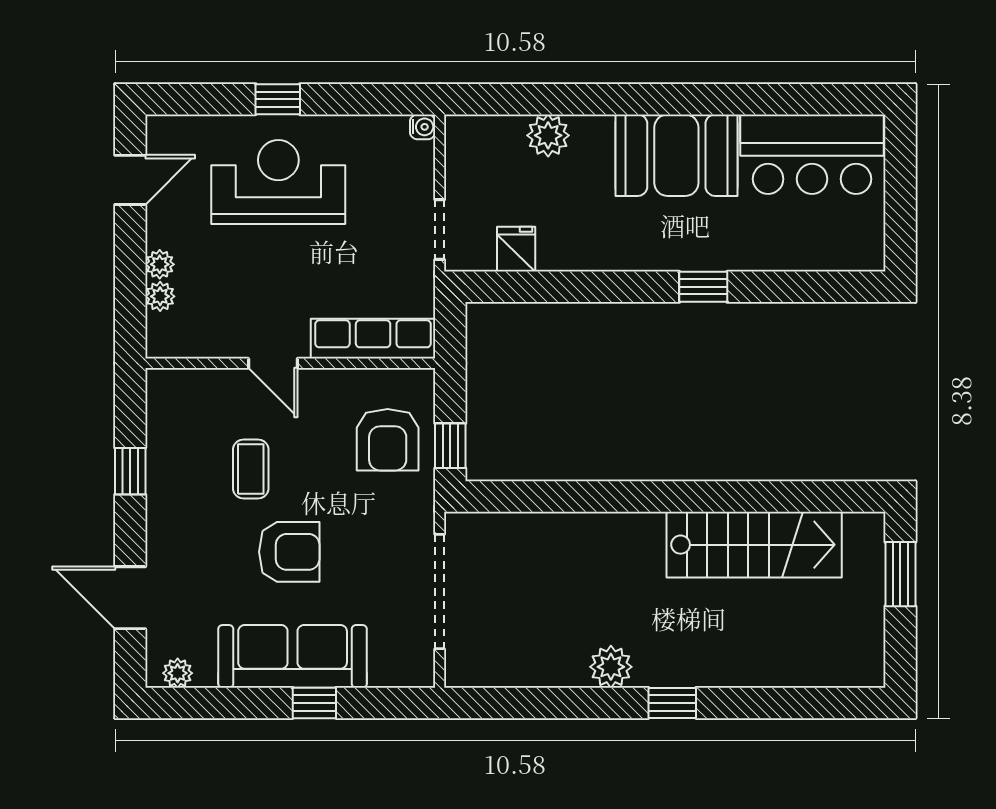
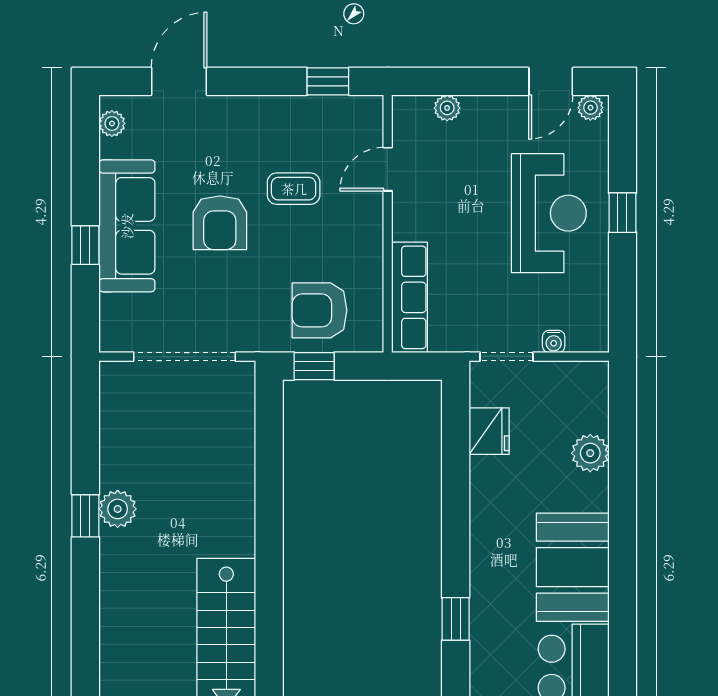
water cooler: (423, 127) -> (554, 341), moved
door: (130, 180) -> (551, 81), hinge flipped
fridge: (516, 249) -> (489, 431), width x1.38
plant: (160, 264) -> (590, 108), moved
window: (703, 287) -> (456, 619), moved
door: (273, 363) -> (388, 169), moved
window: (130, 471) -> (328, 81), moved
window: (672, 703) -> (85, 516), moved

